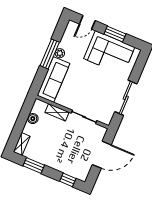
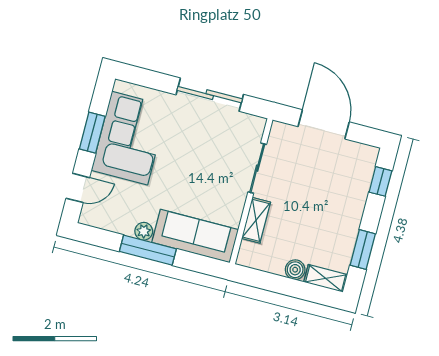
door: (87, 22) -> (78, 188), hinge flipped
boiler: (33, 119) -> (295, 270), moved

